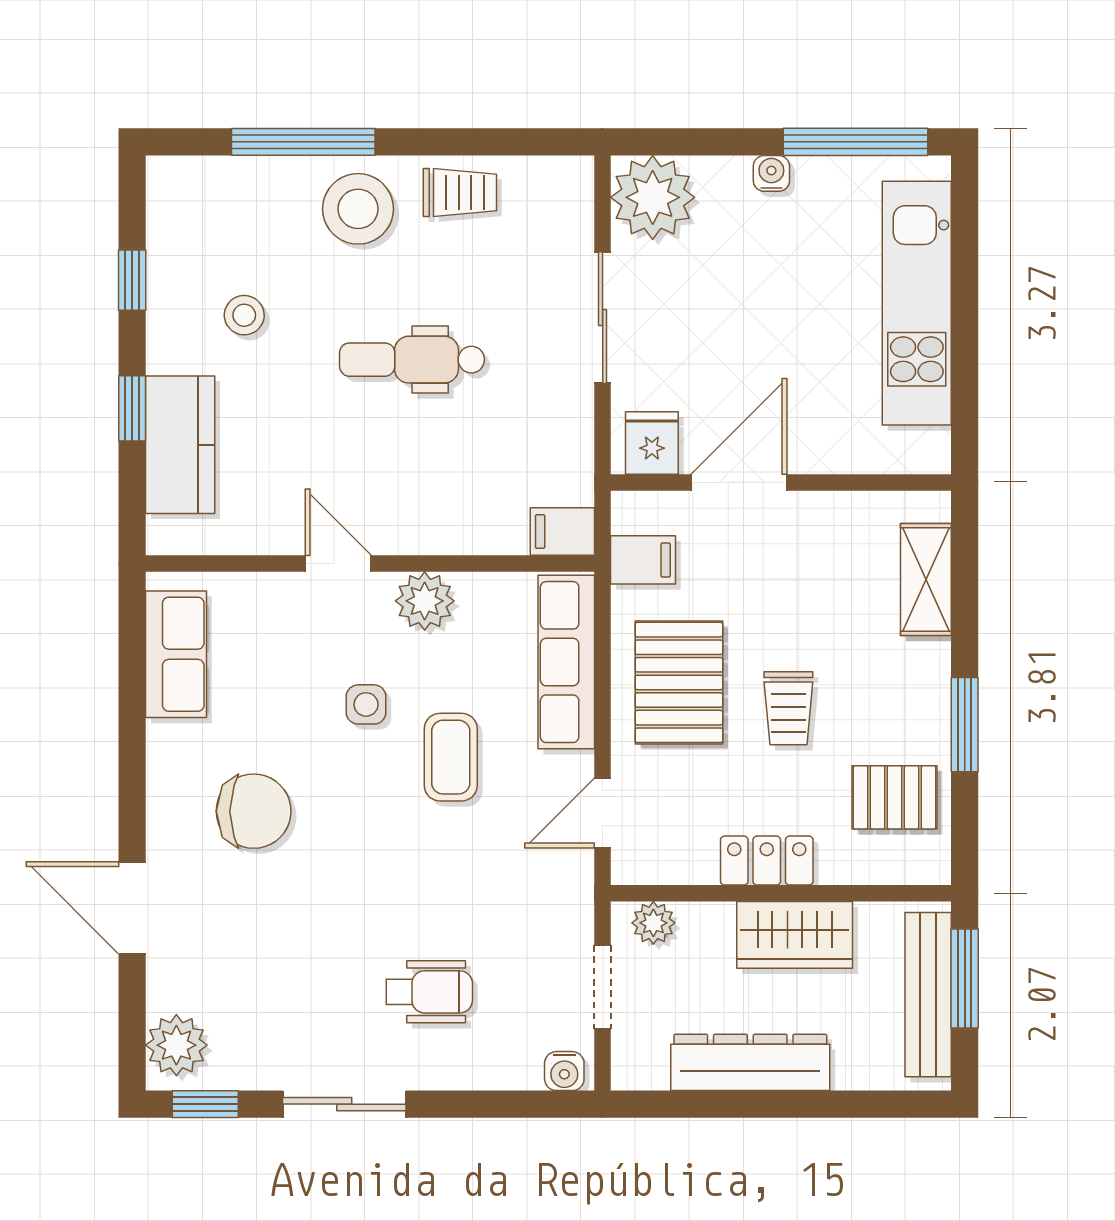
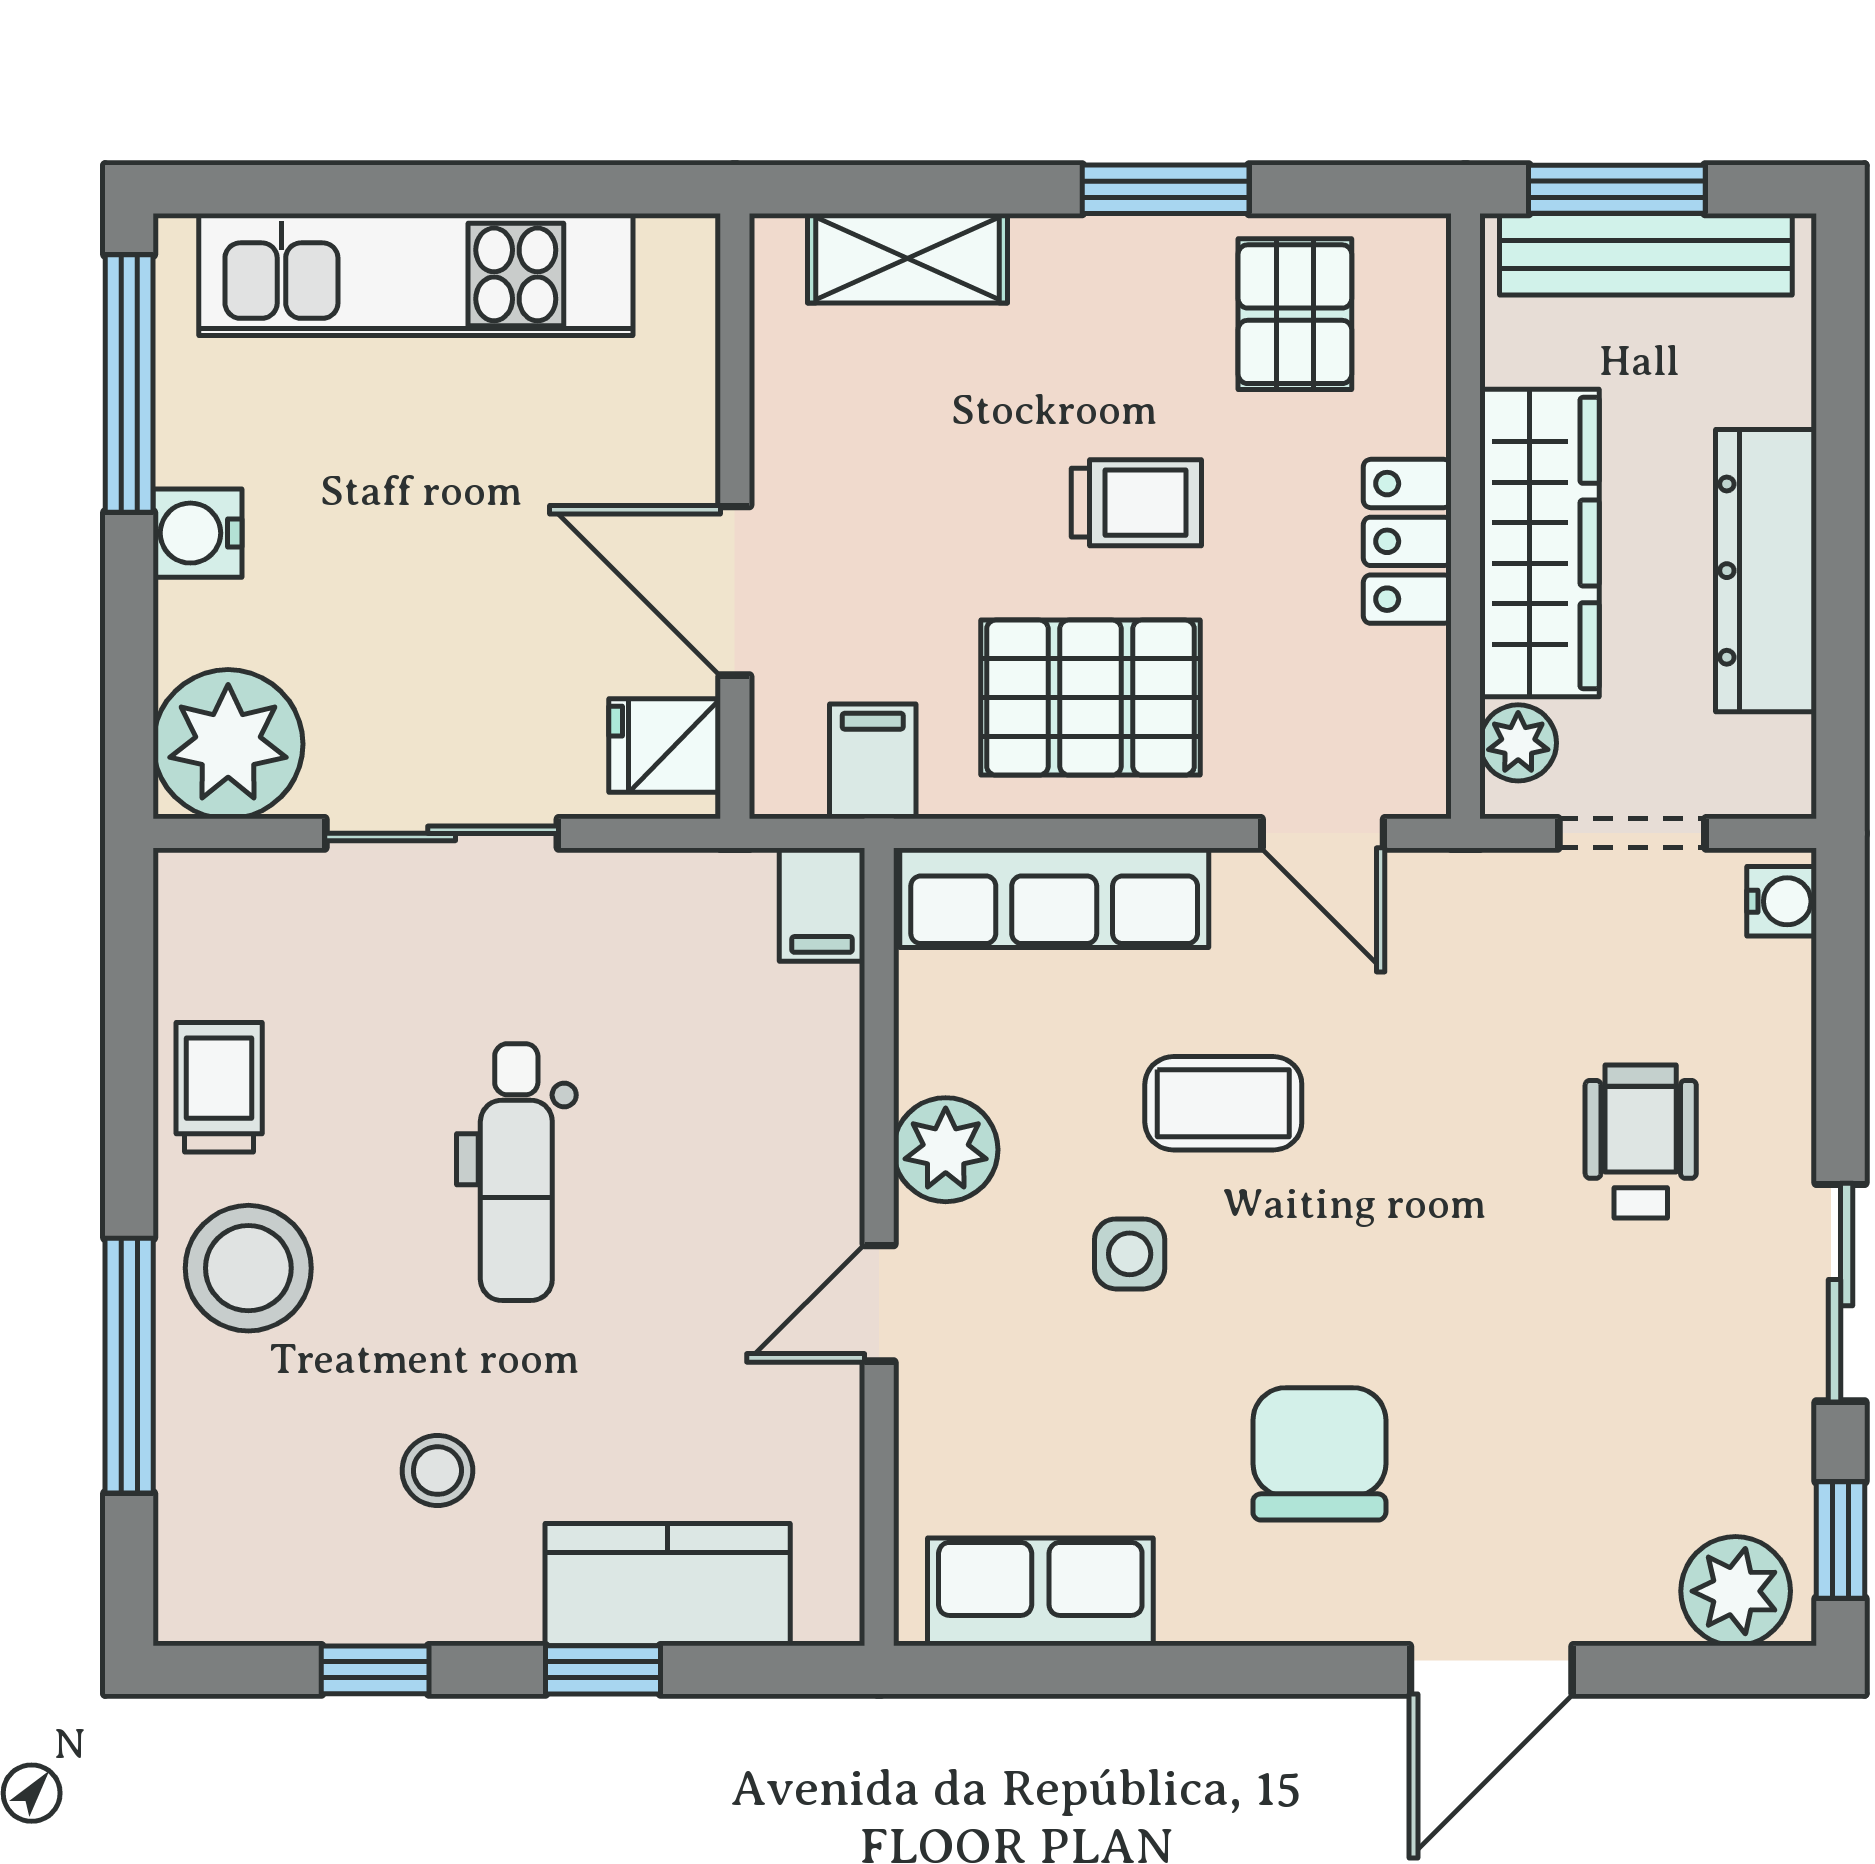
water cooler: (771, 173) -> (197, 533), width x1.38, depth x1.38
wardrobe: (795, 935) -> (1540, 543), width x1.50

